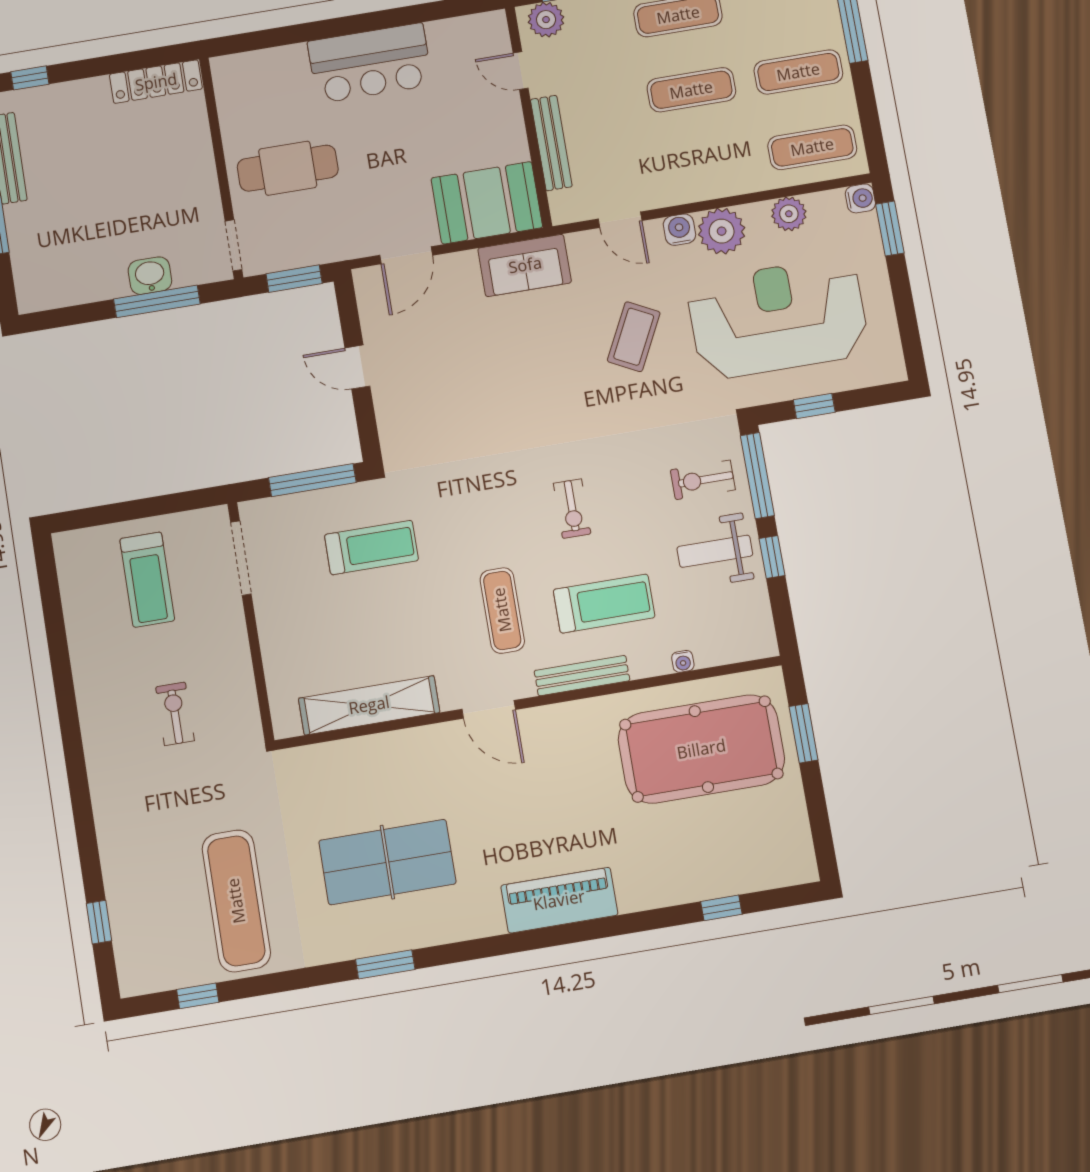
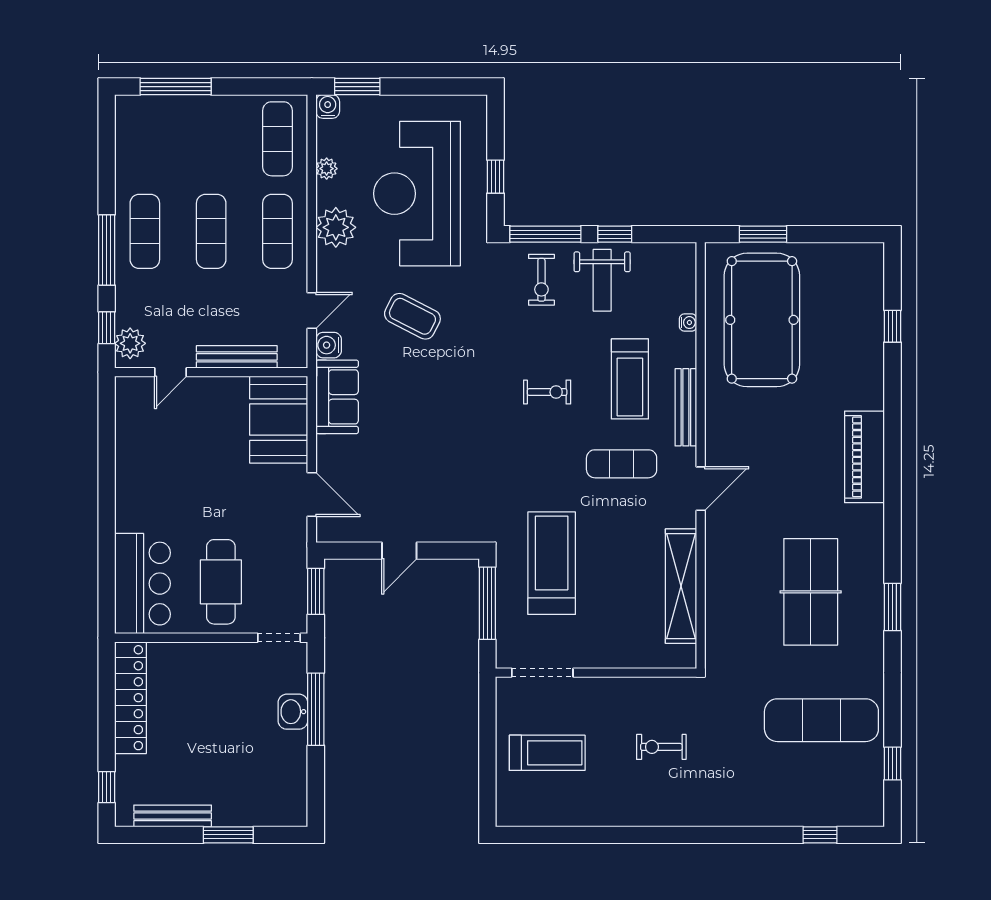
bar counter: (370, 63) -> (142, 584), moved
exercise mat: (798, 72) -> (278, 231), moved
locker: (156, 82) -> (130, 698), width x1.41, depth x1.21
plant: (789, 214) -> (327, 169), width x0.73, depth x0.73
water cooler: (679, 230) -> (329, 345), moved
treadmill: (372, 547) -> (552, 563), width x1.37, depth x1.38
treadmill: (604, 604) -> (630, 379), turned 180

